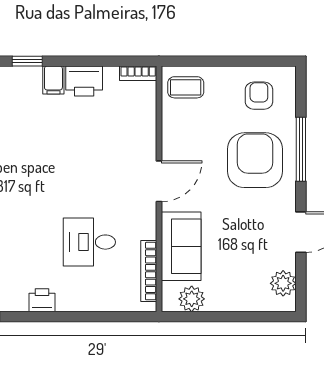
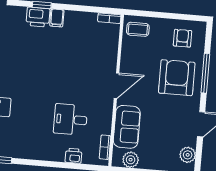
printer: (84, 81) -> (38, 17), moved
bookcase: (149, 271) -> (105, 147), width x0.64
printer: (42, 300) -> (73, 156), moved

